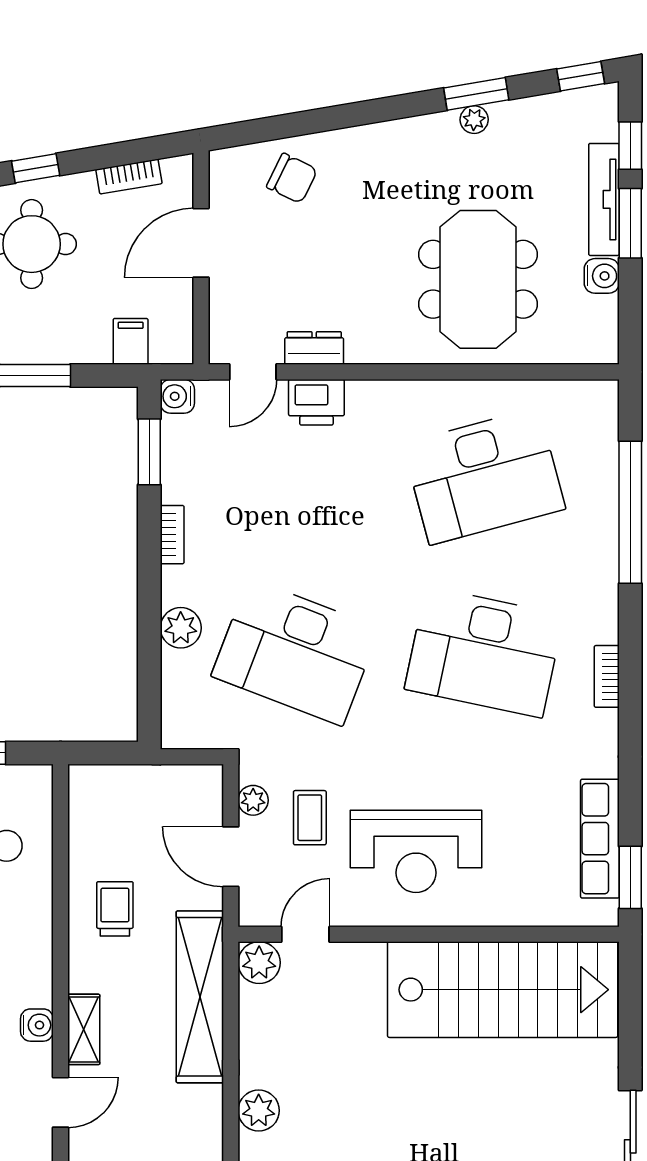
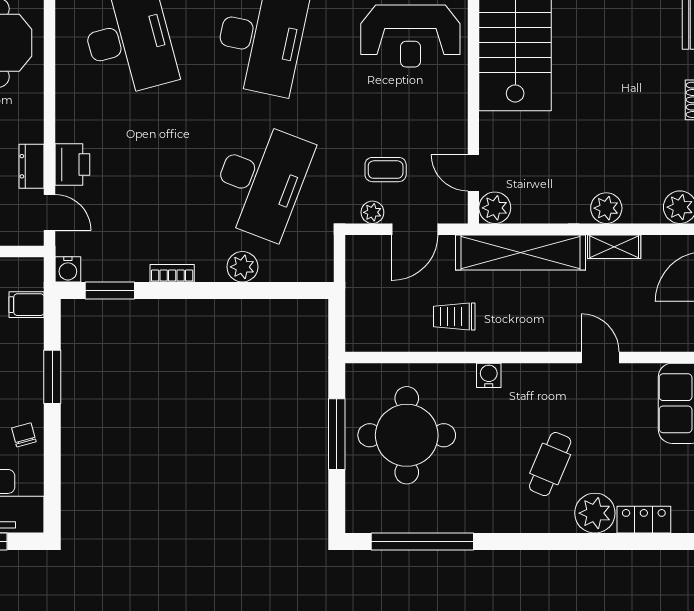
reception desk: (416, 851) -> (410, 36), moved, turned 90
water cooler: (37, 1025) -> (489, 375), moved
shelving: (84, 1029) -> (614, 247), moved

